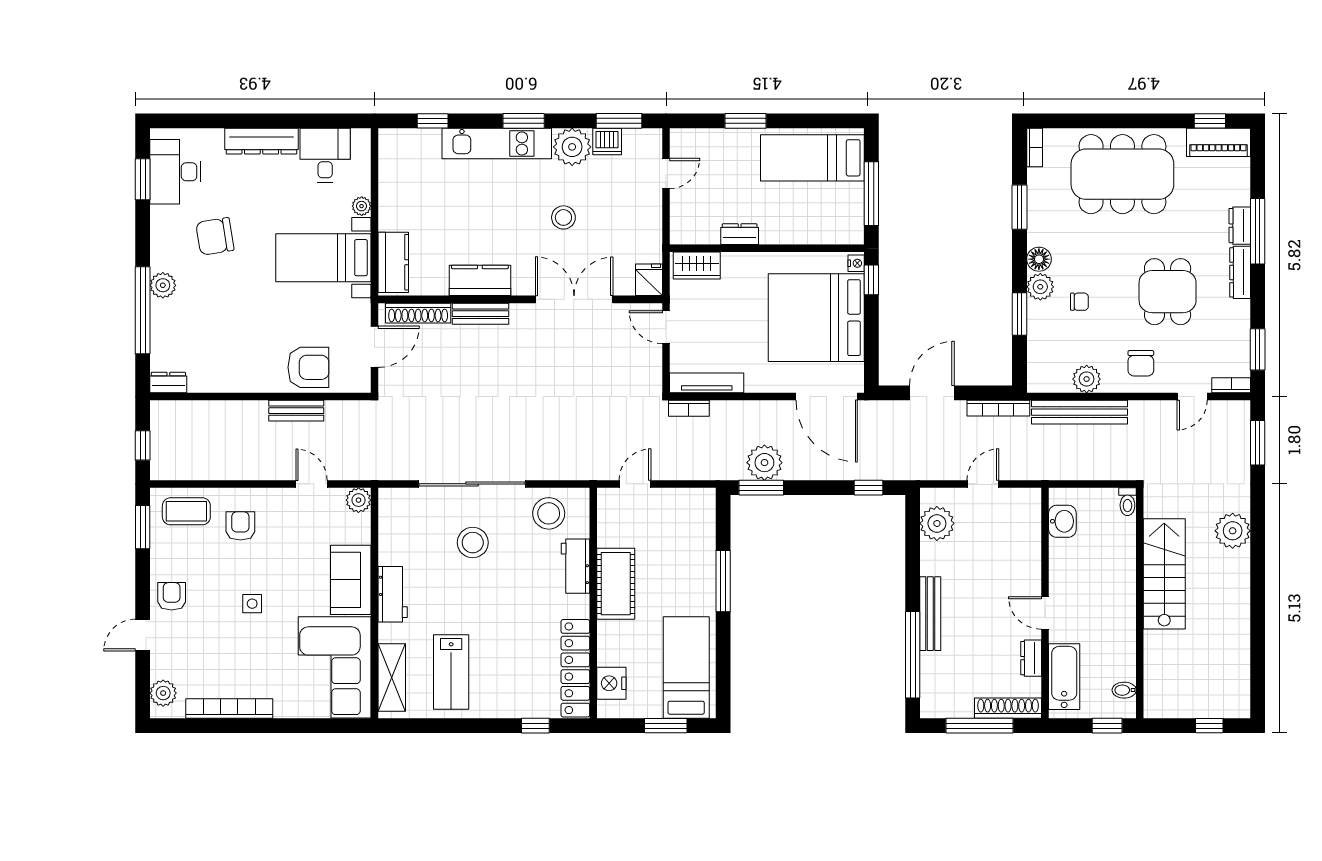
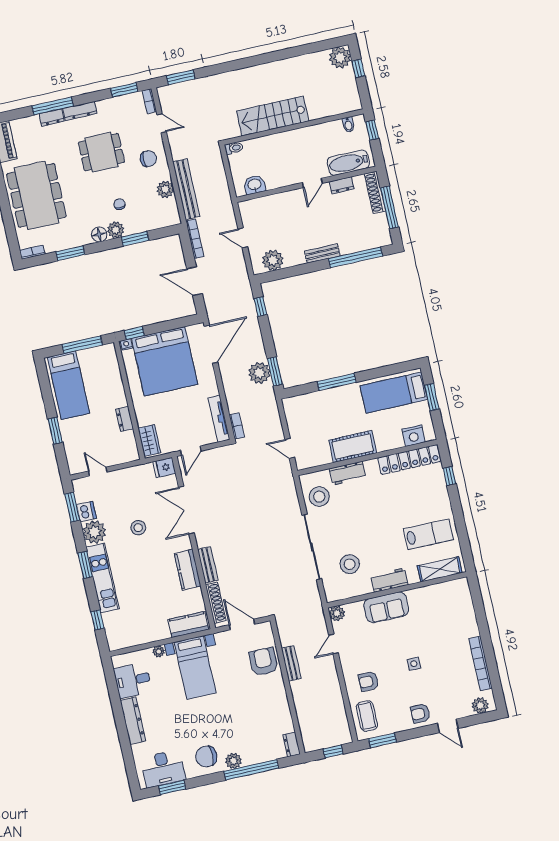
chair: (215, 236) -> (206, 756), moved, turned 99
plant: (1233, 531) -> (340, 58), moved
stool: (473, 543) -> (350, 564), moved
bench: (930, 614) -> (322, 254), width x0.73
corner sofa: (335, 667) -> (441, 605), removed

